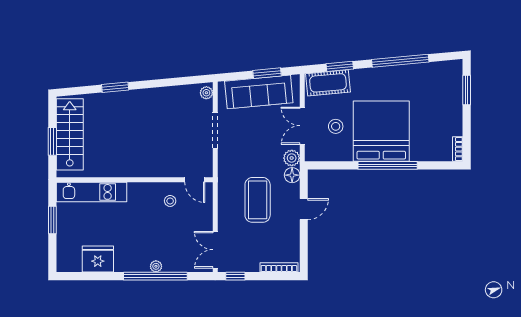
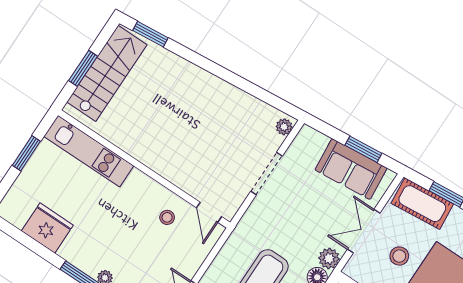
window: (115, 87) -> (150, 34), moved
sofa: (259, 92) -> (351, 169), width x0.73

